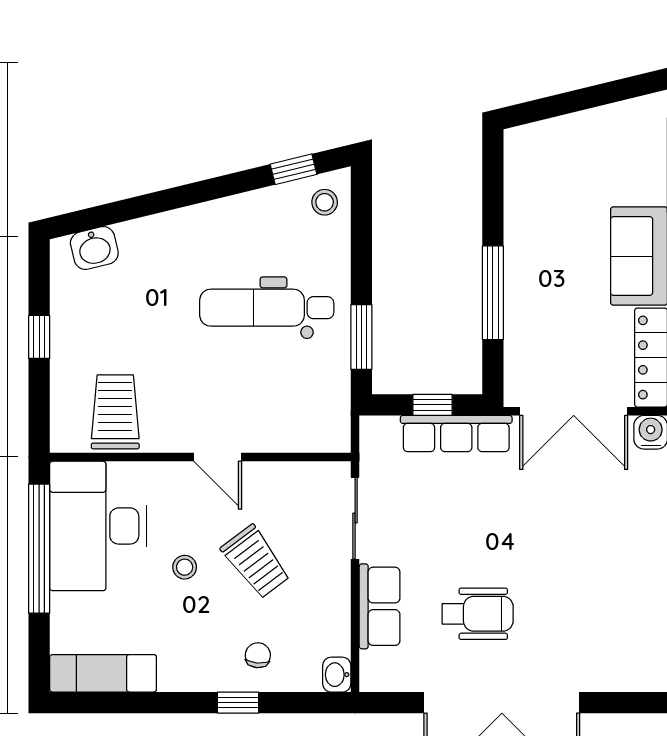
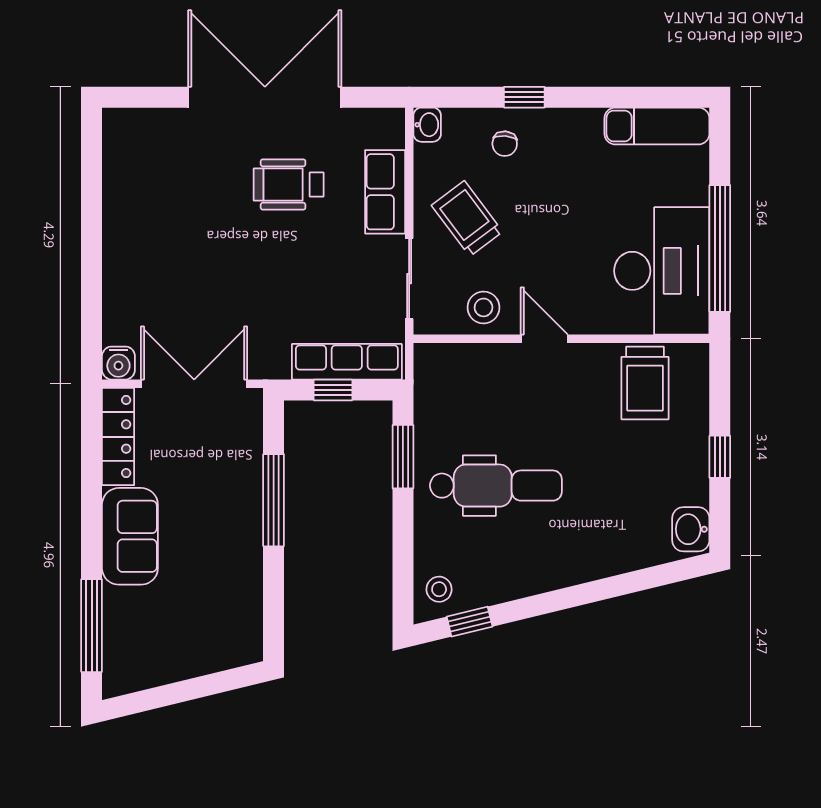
washbasin: (94, 248) -> (691, 529), moved, turned -76
row of seats: (456, 434) -> (347, 362), moved
trolley: (256, 562) -> (467, 219), moved
stool: (185, 567) -> (484, 307), moved, width x1.37, depth x1.37

